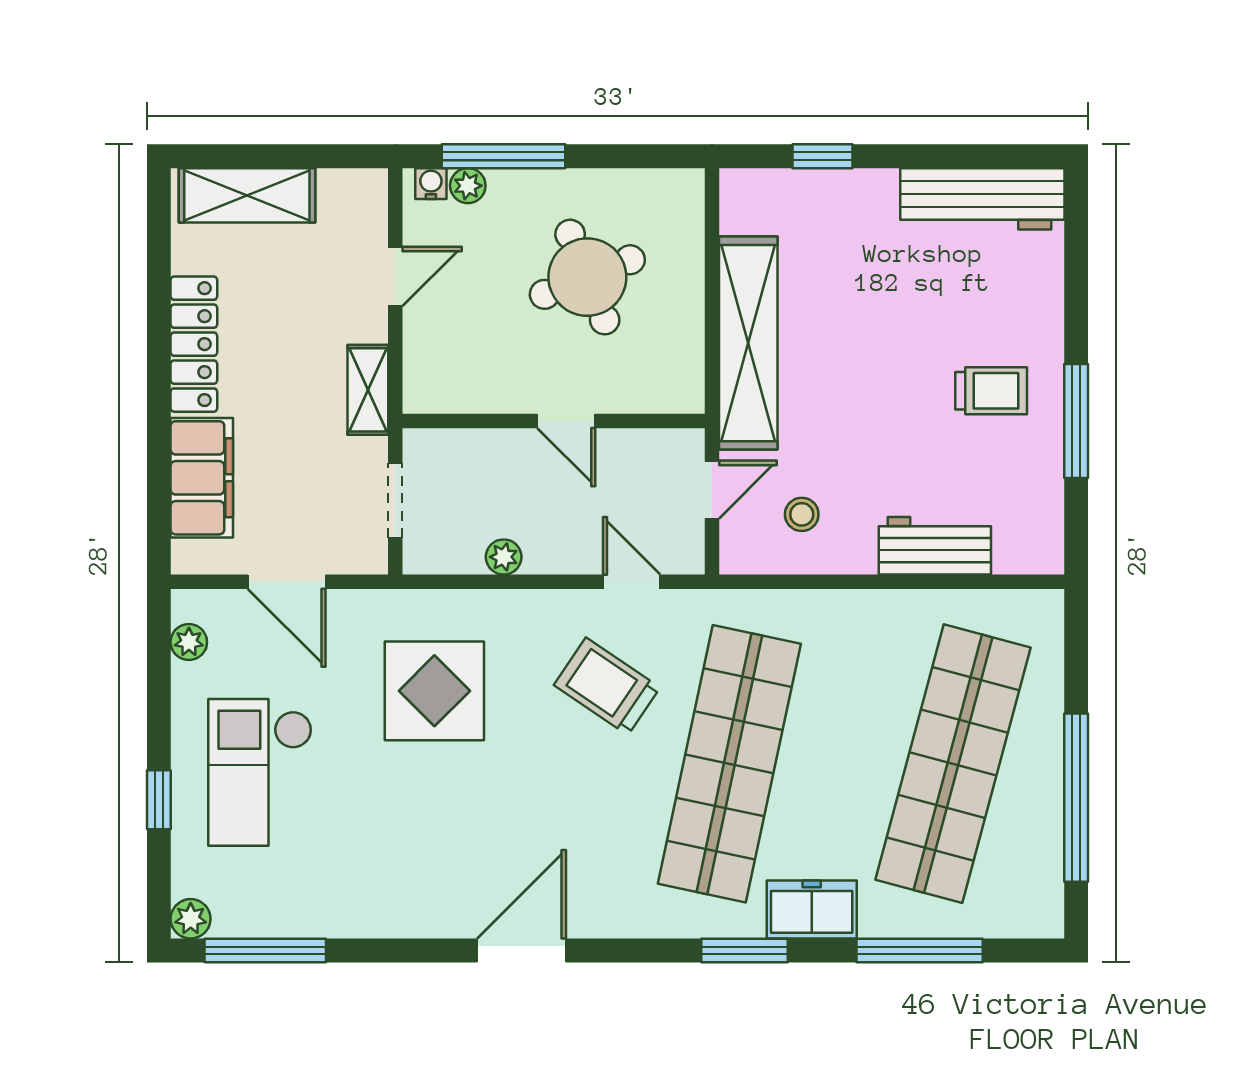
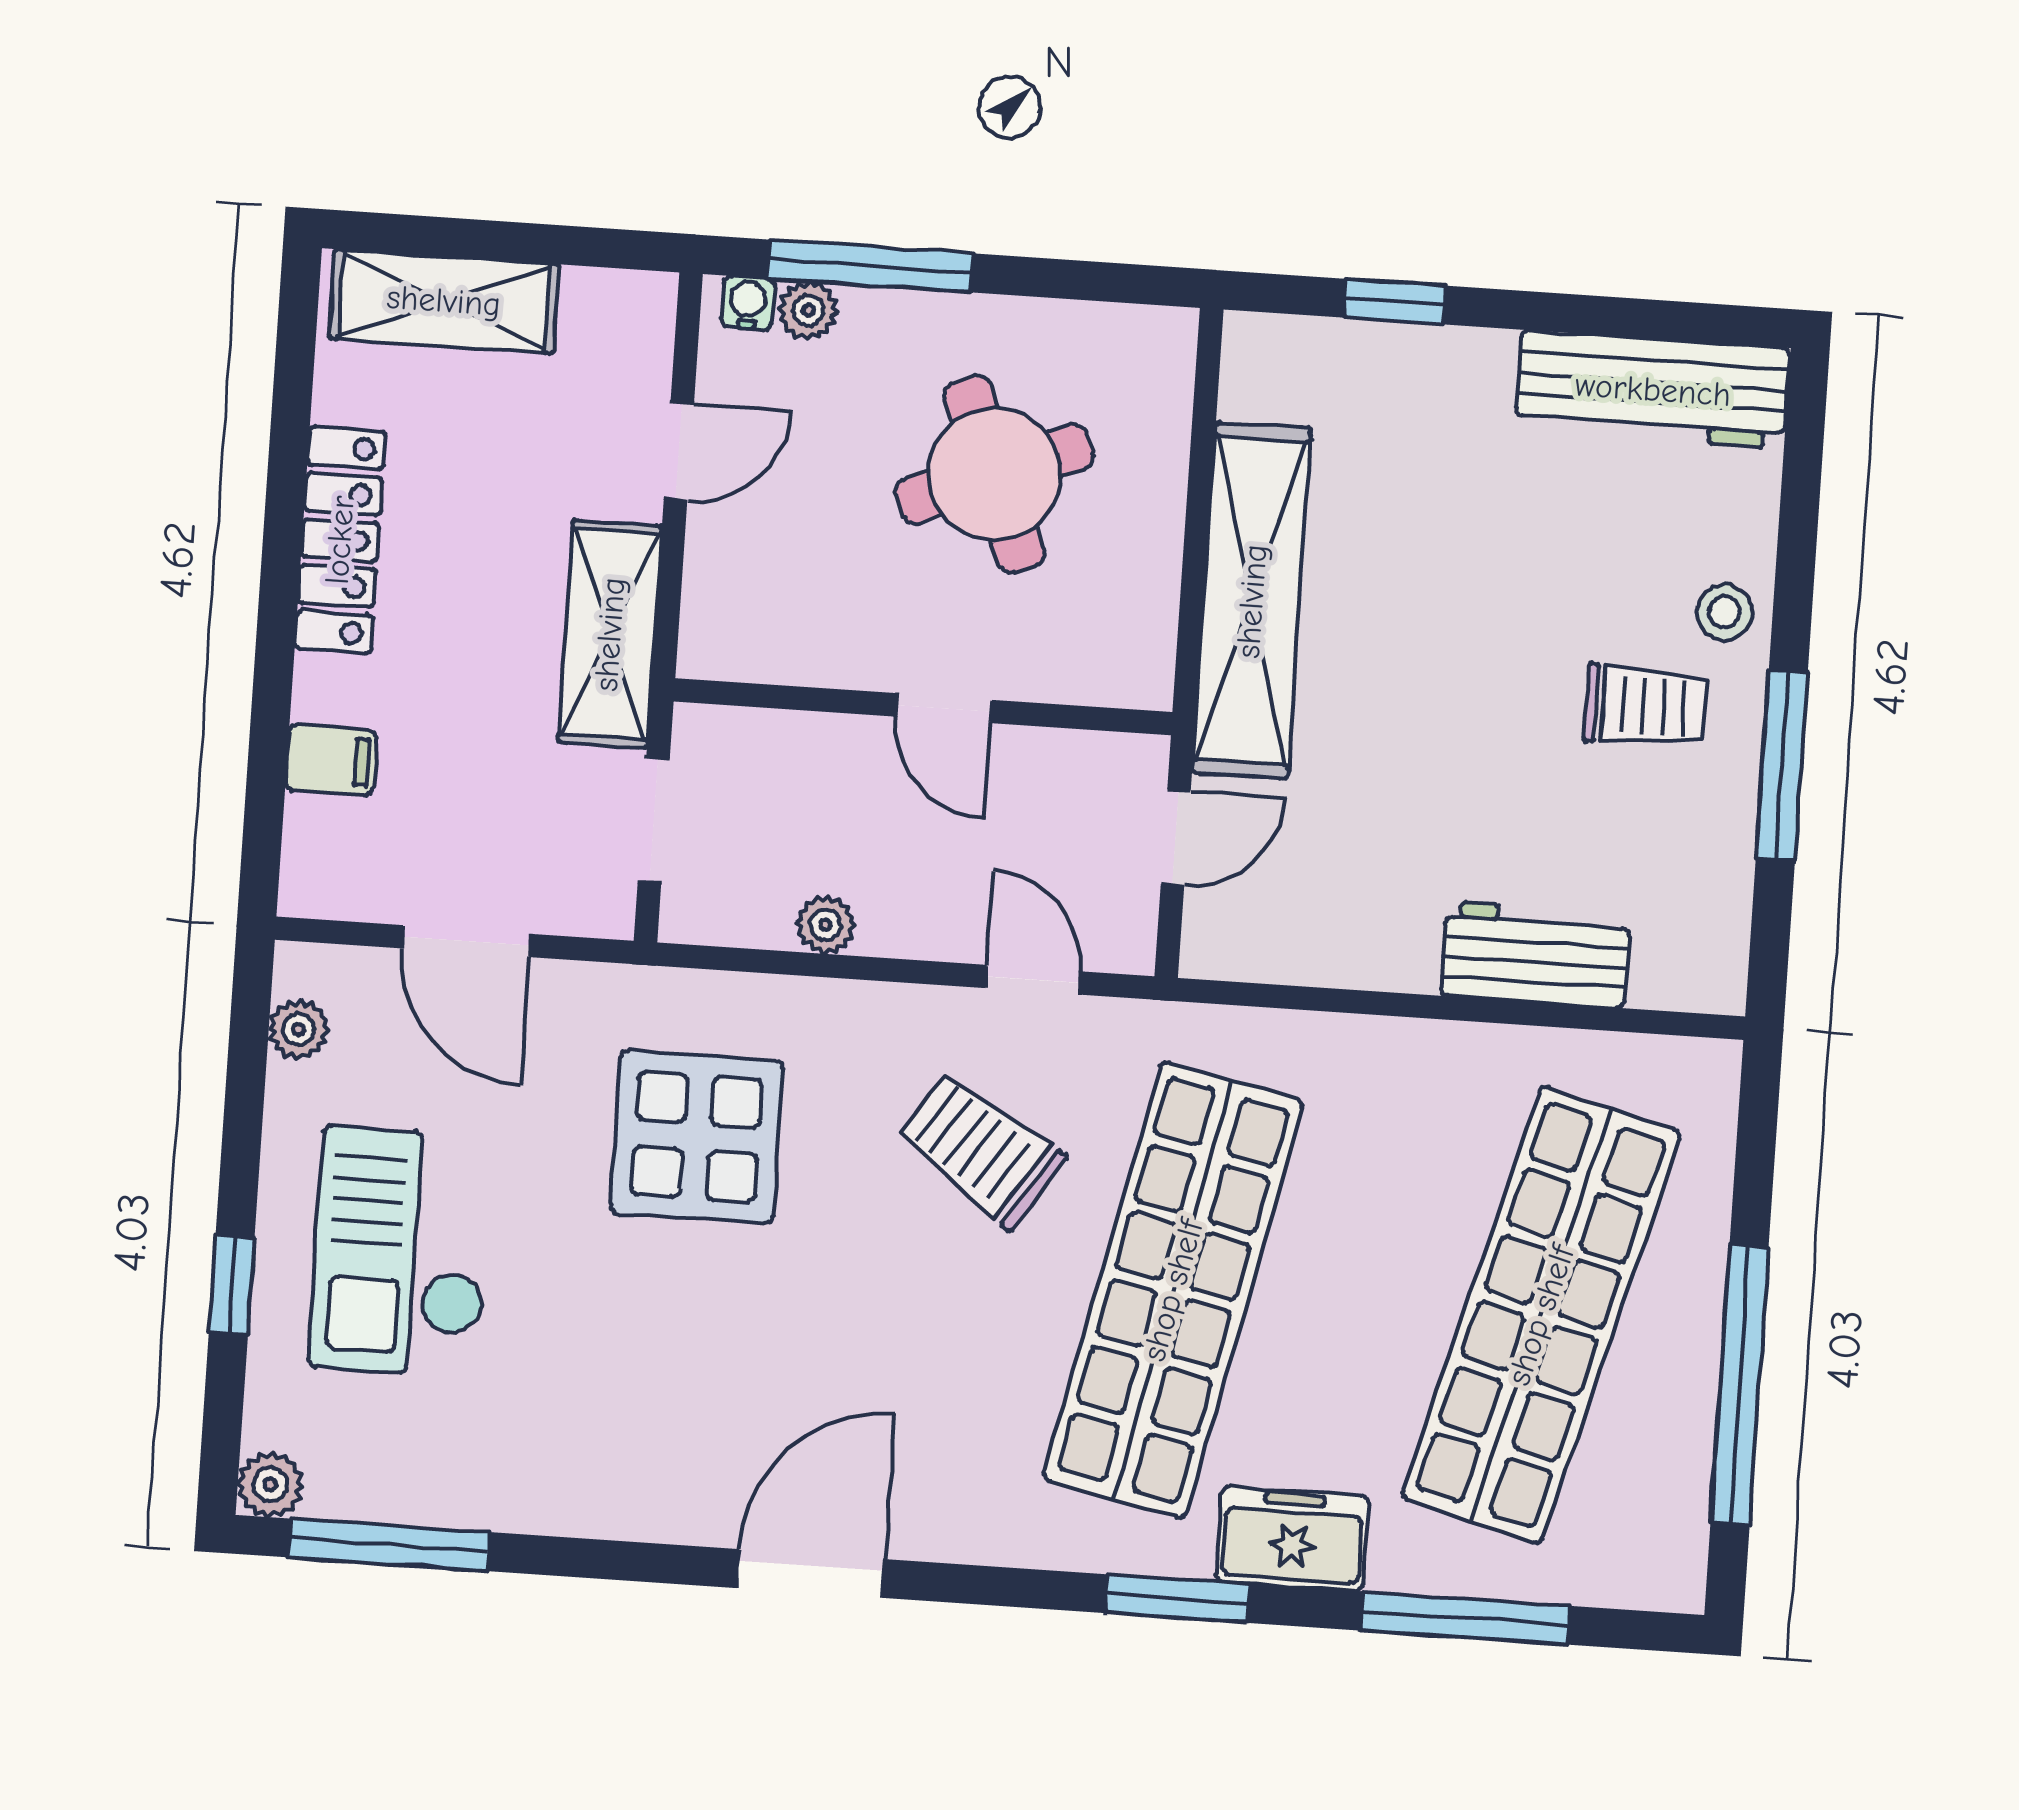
shelving: (368, 390) -> (610, 634), width x1.50, depth x1.33
filing cabinet: (202, 478) -> (331, 760), width x0.33, depth x0.86
stool: (802, 514) -> (1724, 612), moved

